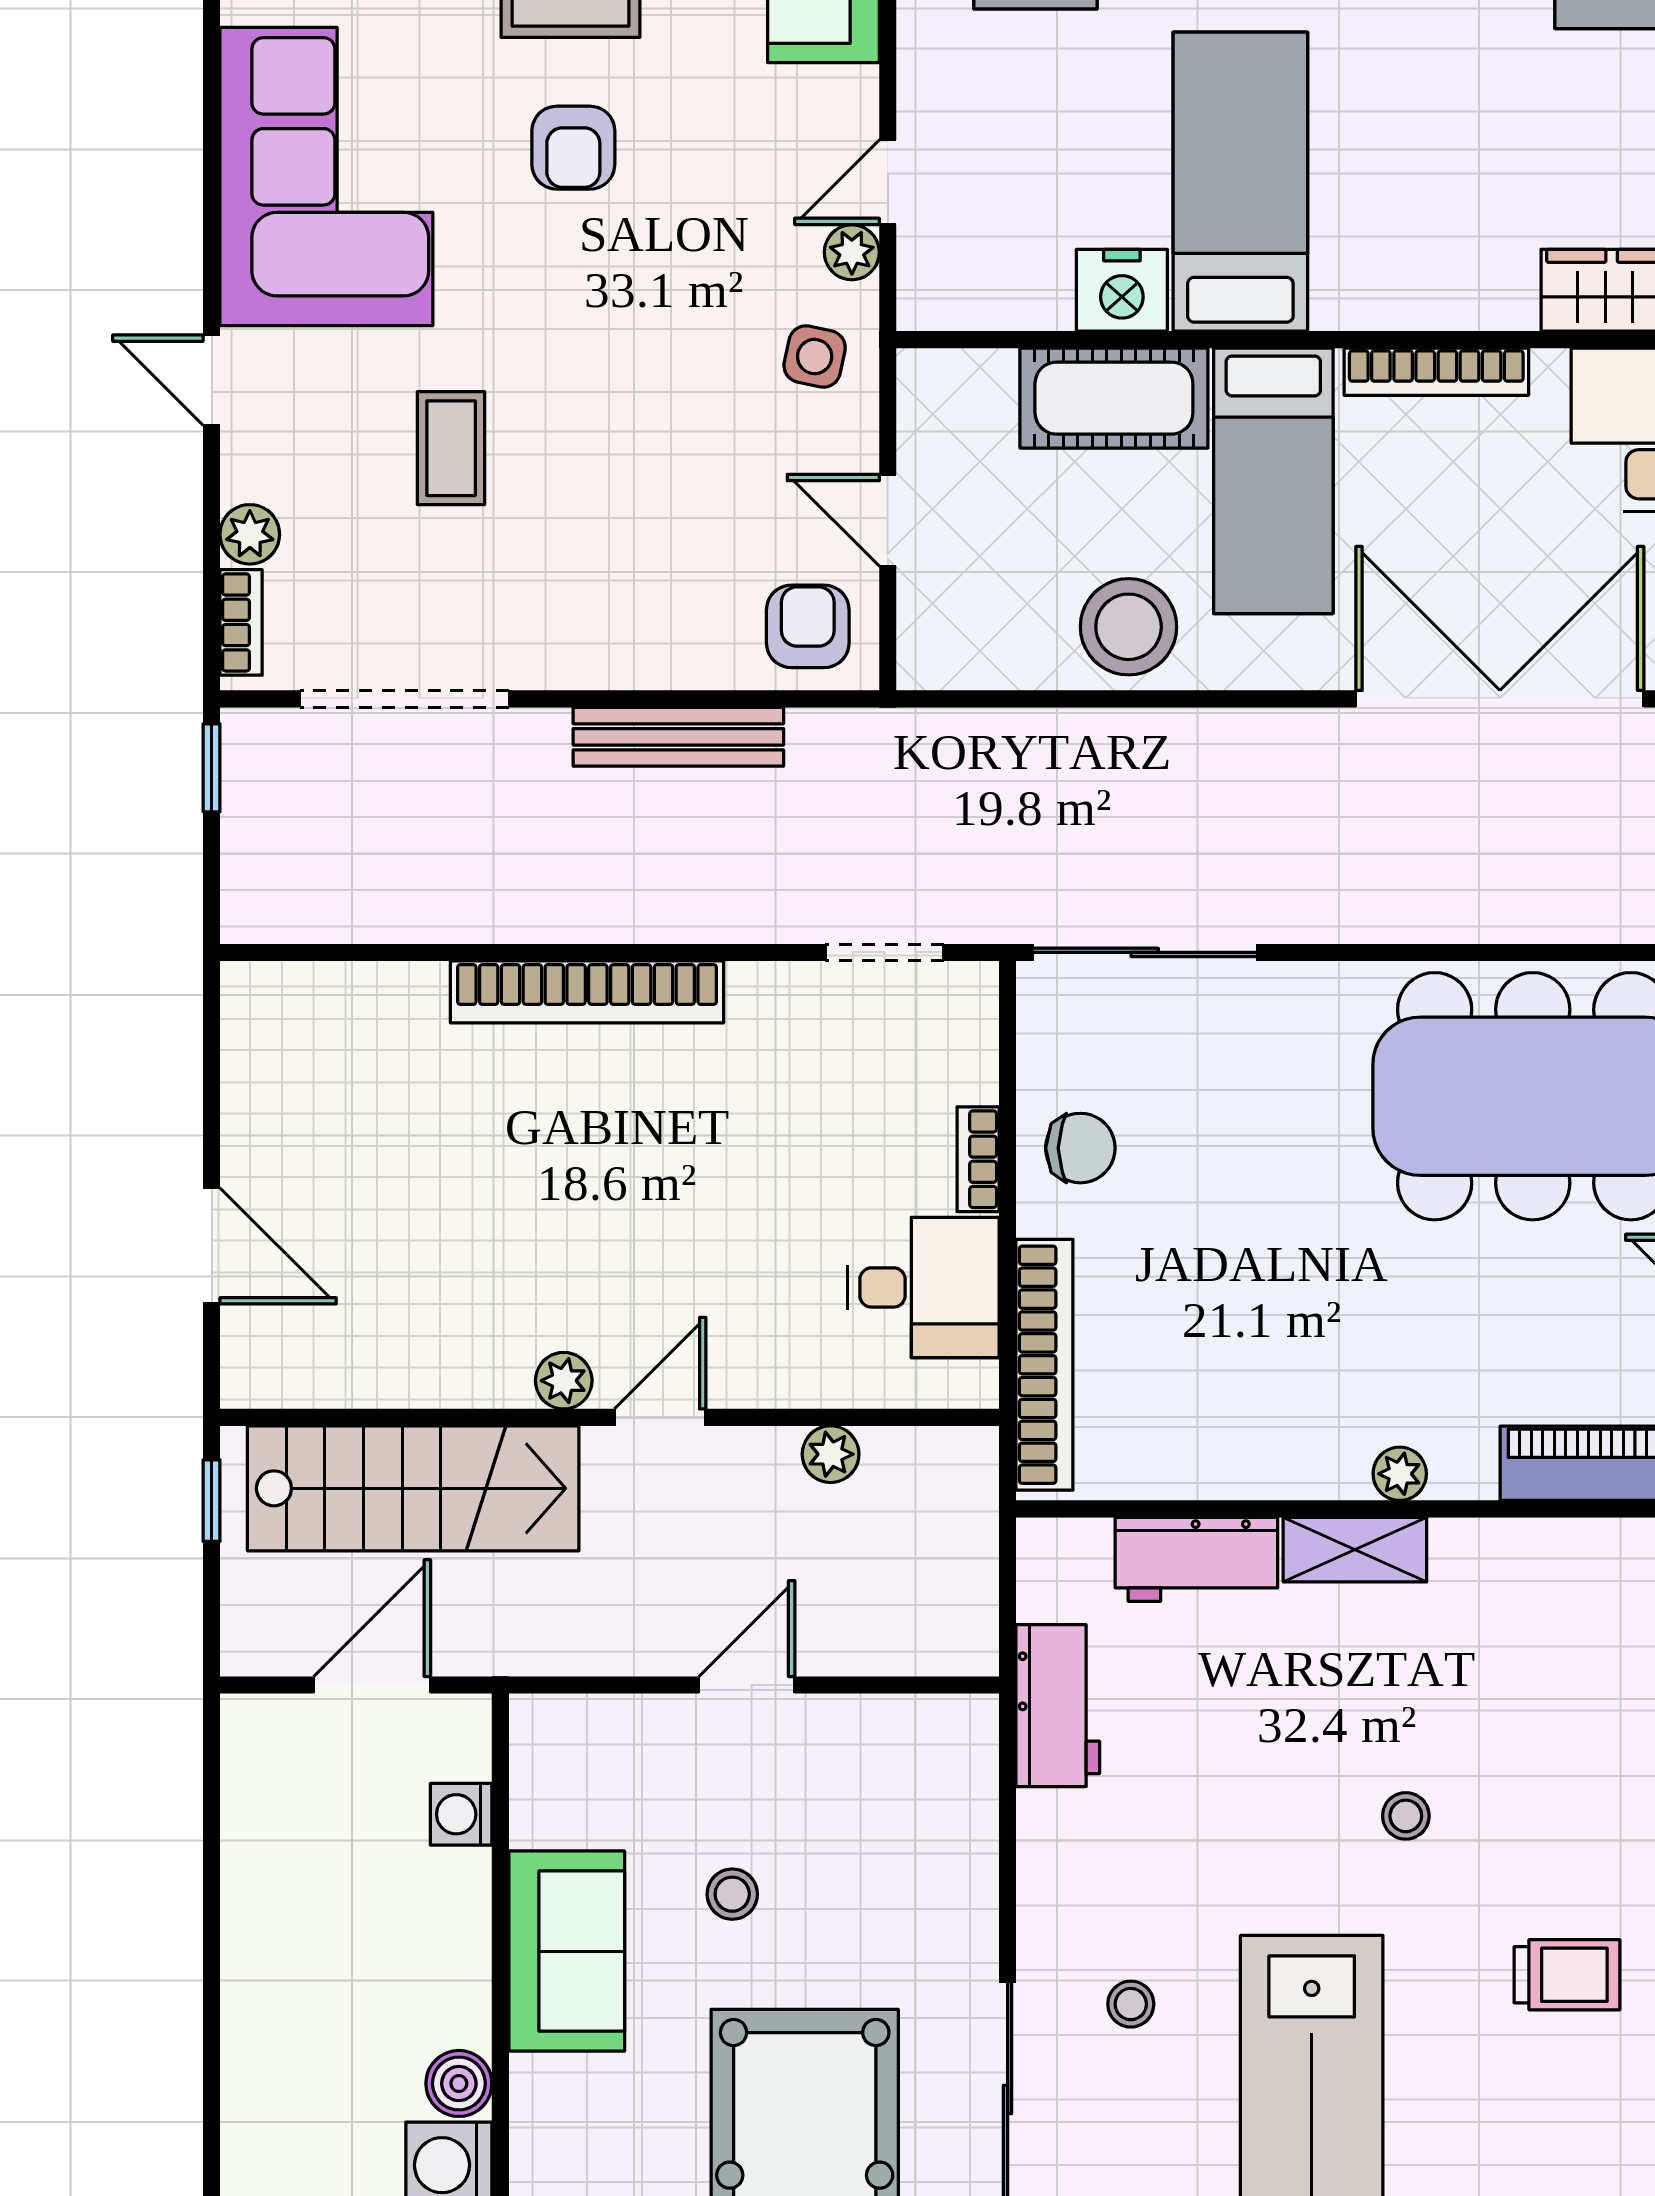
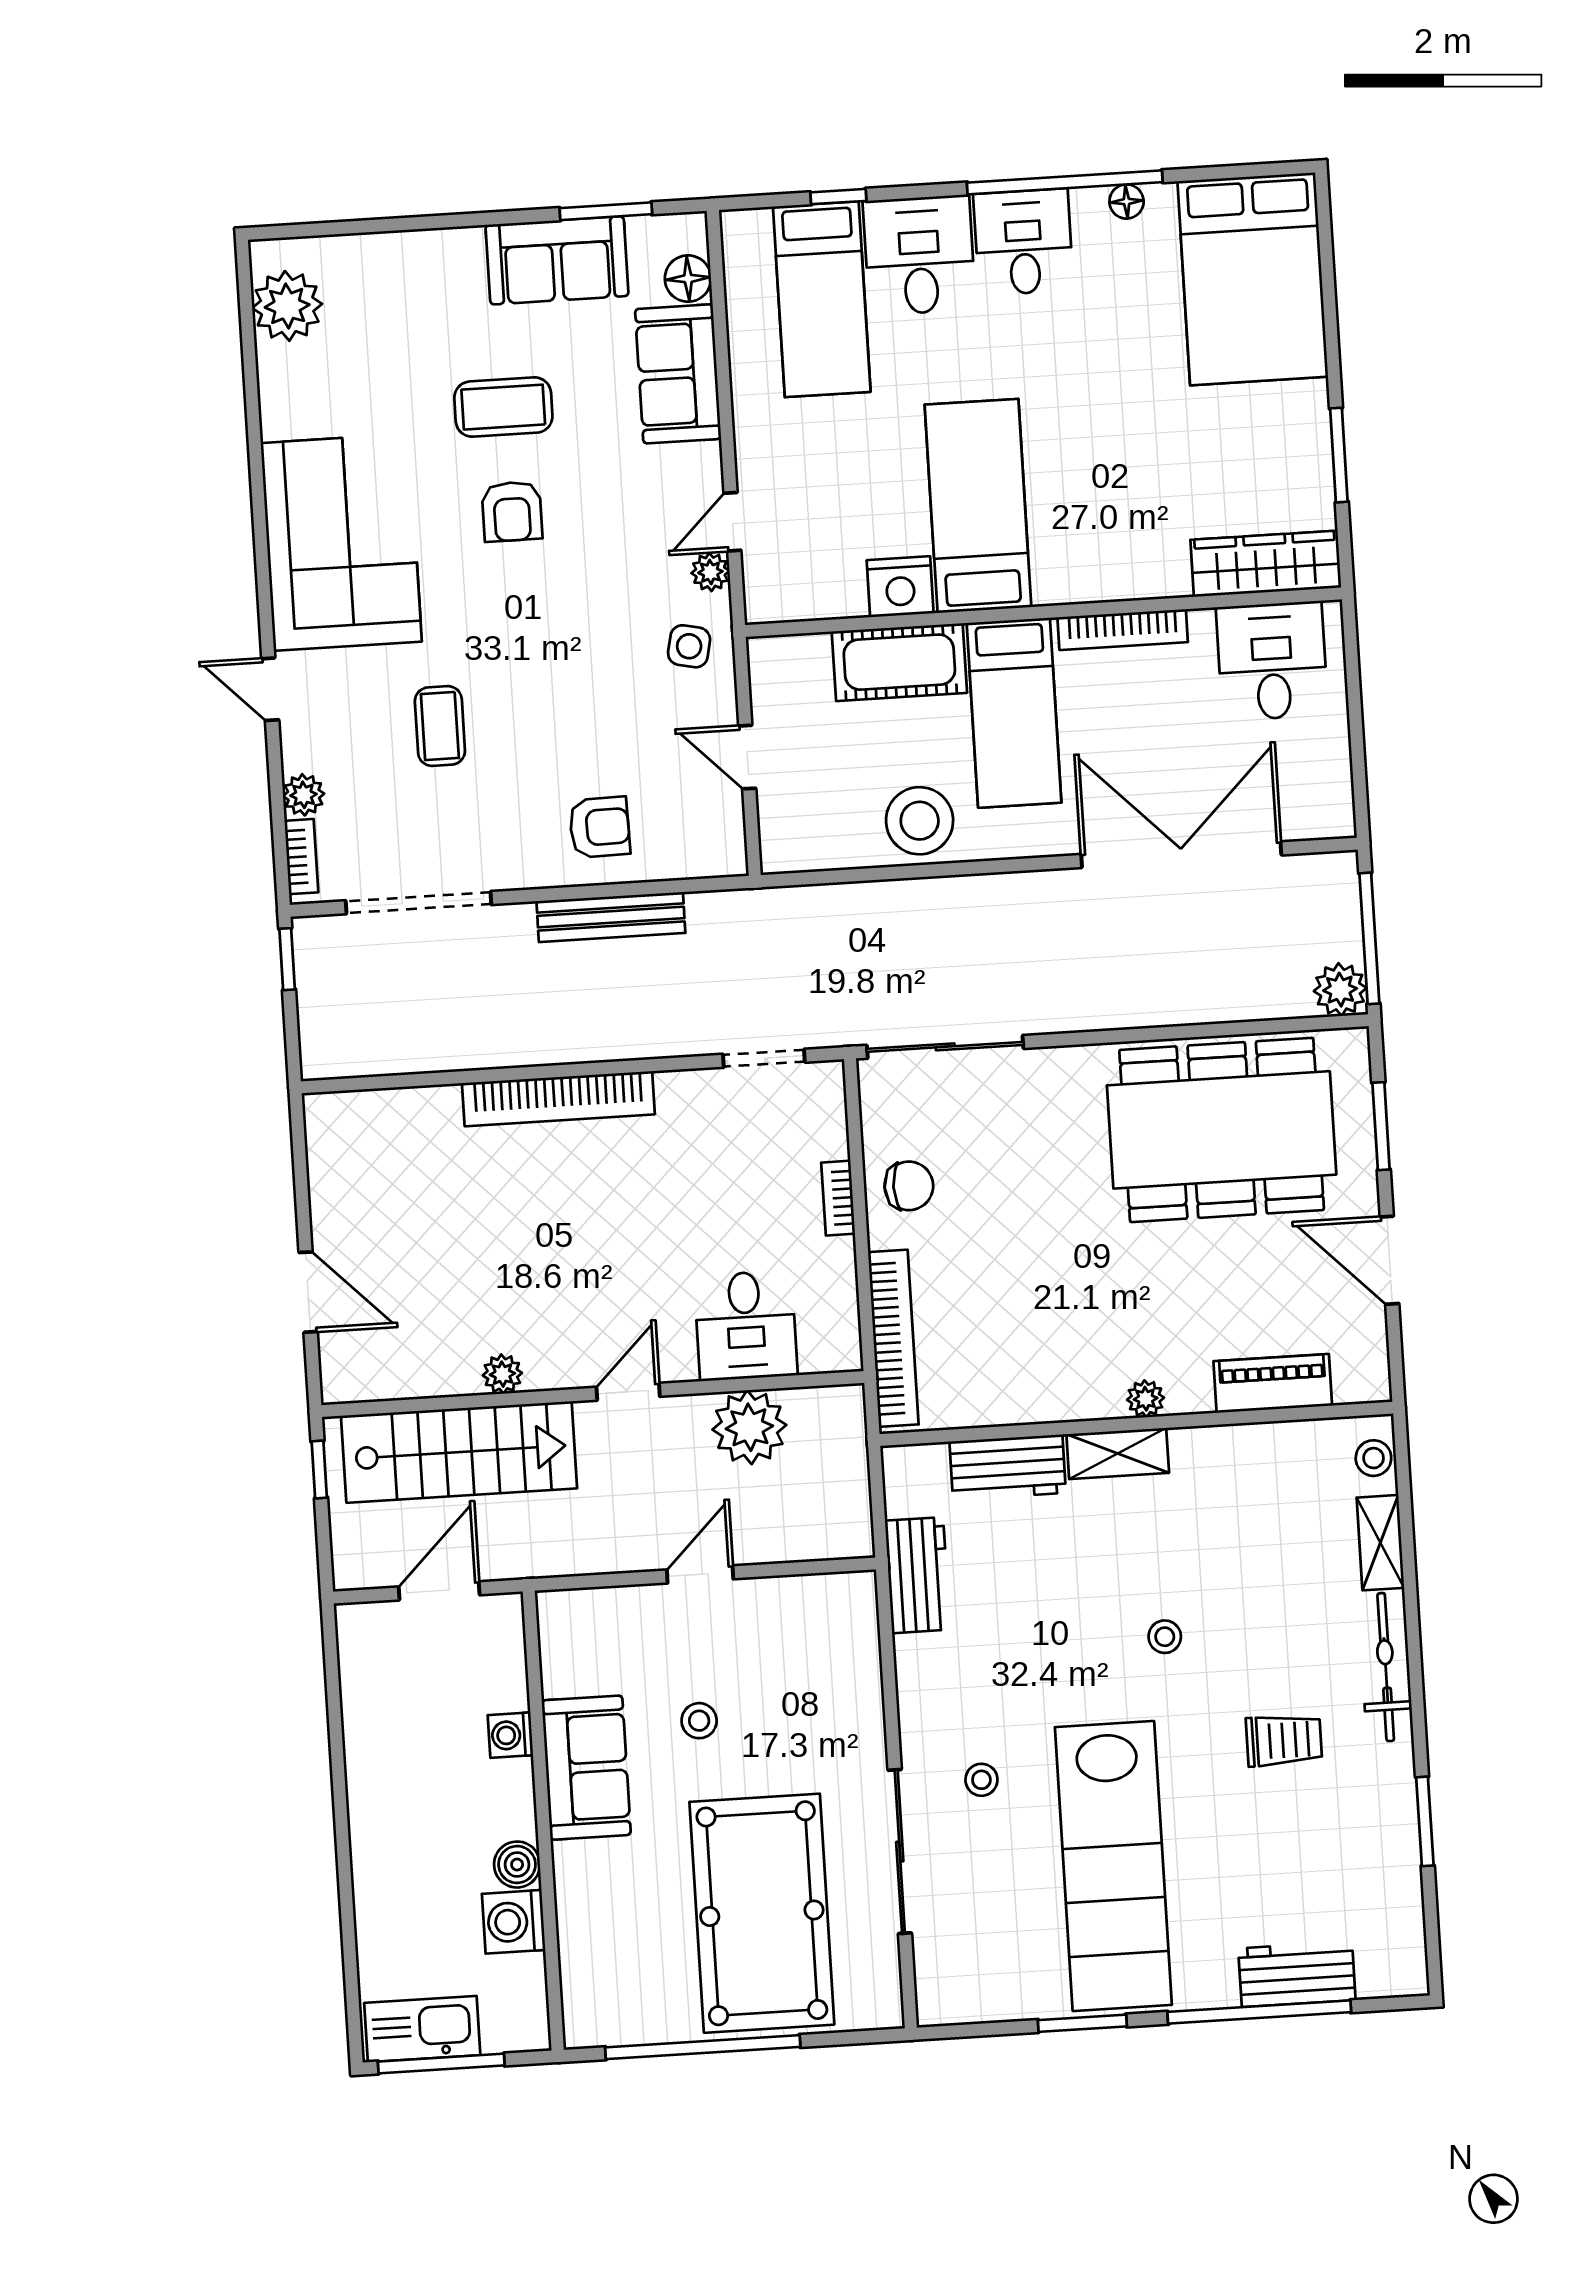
armchair: (808, 626) -> (600, 827), moved, turned 89
desk: (923, 1287) -> (746, 1326), moved, turned 90
plant: (564, 1381) -> (502, 1374), moved
plant: (831, 1454) -> (749, 1427), width x1.88, depth x1.88
washing machine: (461, 1814) -> (510, 1735), moved

